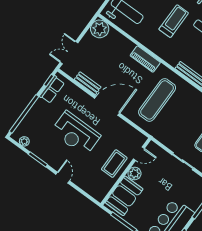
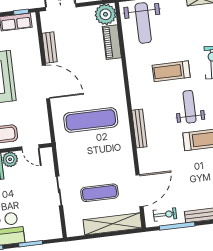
treadmill: (174, 21) -> (171, 71), turned 180
piano: (145, 59) -> (112, 42), moved

